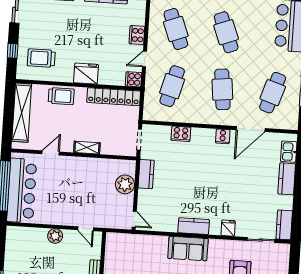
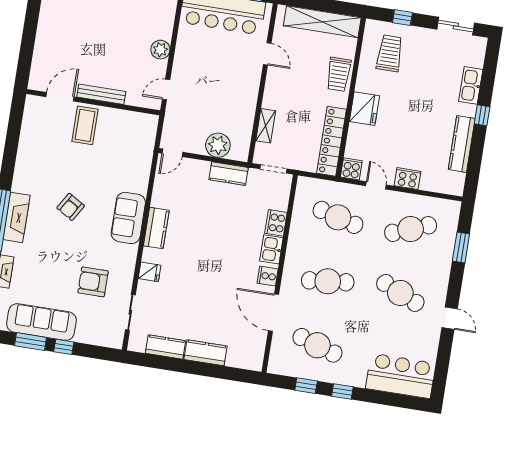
cafe table: (226, 32) -> (400, 293), turned 45
shelving: (87, 148) -> (266, 126), moved
kitchen sink: (289, 152) -> (271, 249), moved, turned -90
kitchen counter: (284, 225) -> (166, 347), moved

